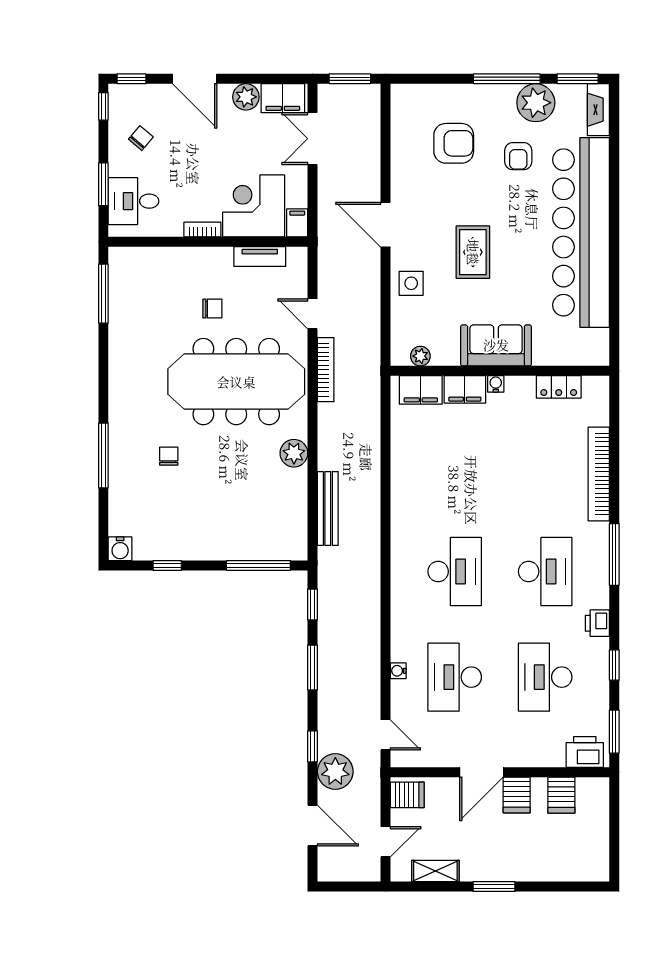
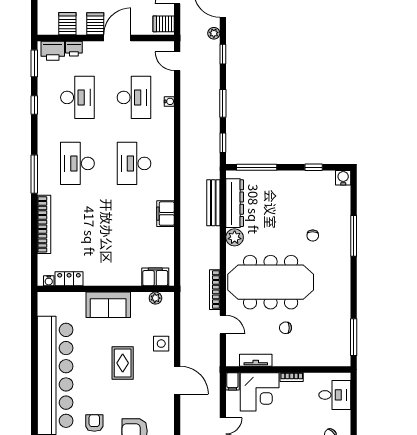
window: (103, 184) -> (354, 405), removed
water cooler: (496, 384) -> (49, 281), moved
filing cabinet: (465, 389) -> (166, 214), moved, turned -90
dresser: (294, 508) -> (235, 203), added
printer: (597, 623) -> (74, 49), moved, turned 90
plant: (335, 772) -> (214, 33), width x0.53, depth x0.53

